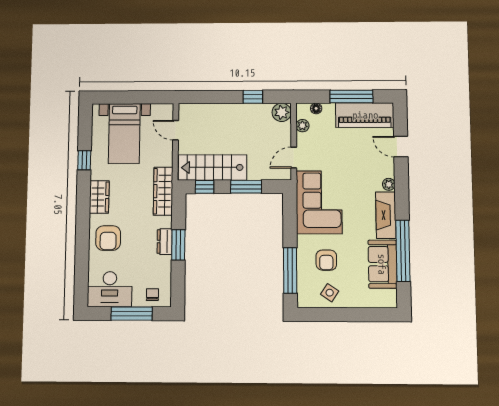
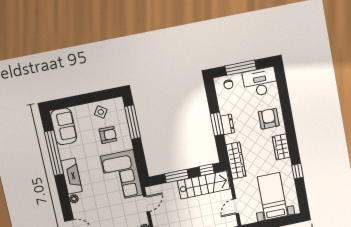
door: (176, 130) -> (236, 206), swing flipped
armchair: (326, 260) -> (108, 135), turned 90
sofa: (382, 264) -> (64, 126), moved

